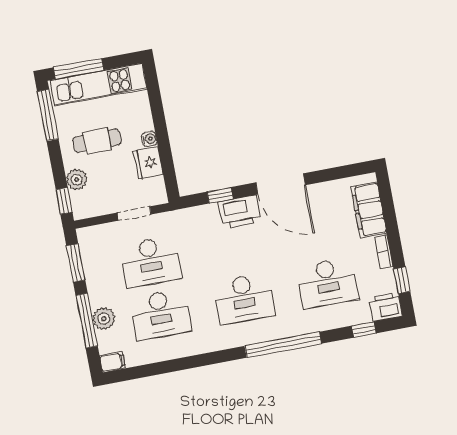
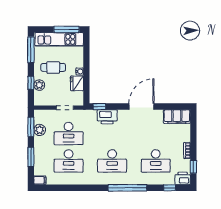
window: (79, 69) -> (66, 29), moved
door: (281, 184) -> (142, 107), swing flipped
window: (220, 195) -> (99, 107), moved
window: (64, 201) -> (31, 83), moved
filing cabinet: (369, 210) -> (177, 117), moved, turned -90
printer: (239, 212) -> (107, 117), moved
plant: (104, 319) -> (40, 130), moved
window: (87, 321) -> (31, 157), width x0.69

